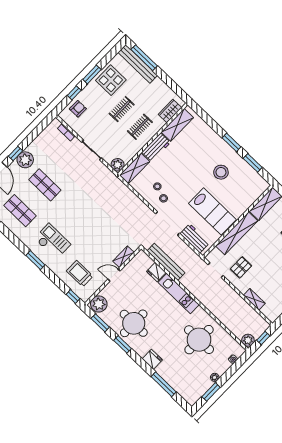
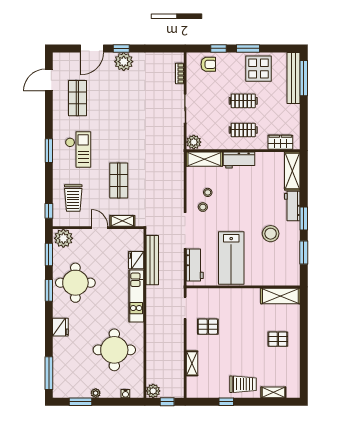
shelving: (177, 125) -> (292, 171), moved, turned 90
workbench: (217, 142) -> (292, 206), added
shop shelf: (45, 185) -> (119, 181), moved
shelving: (237, 233) -> (232, 296), removed
trolley: (80, 274) -> (73, 198), turned 180
window: (164, 384) -> (49, 373), moved

